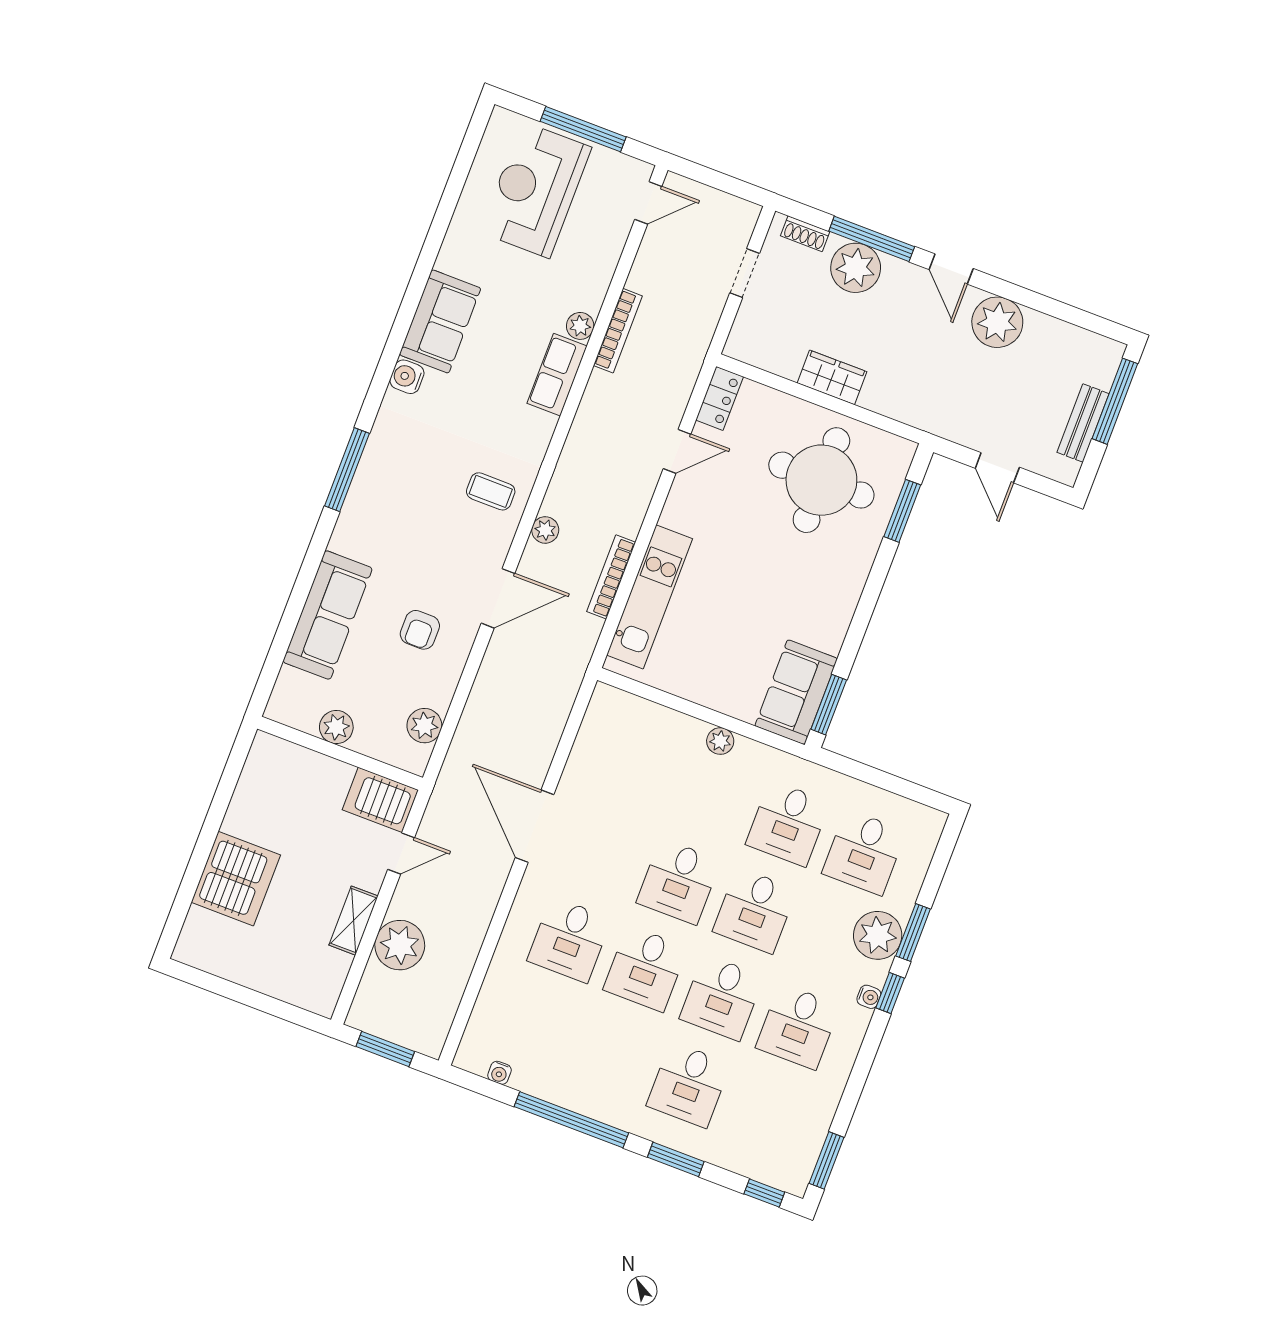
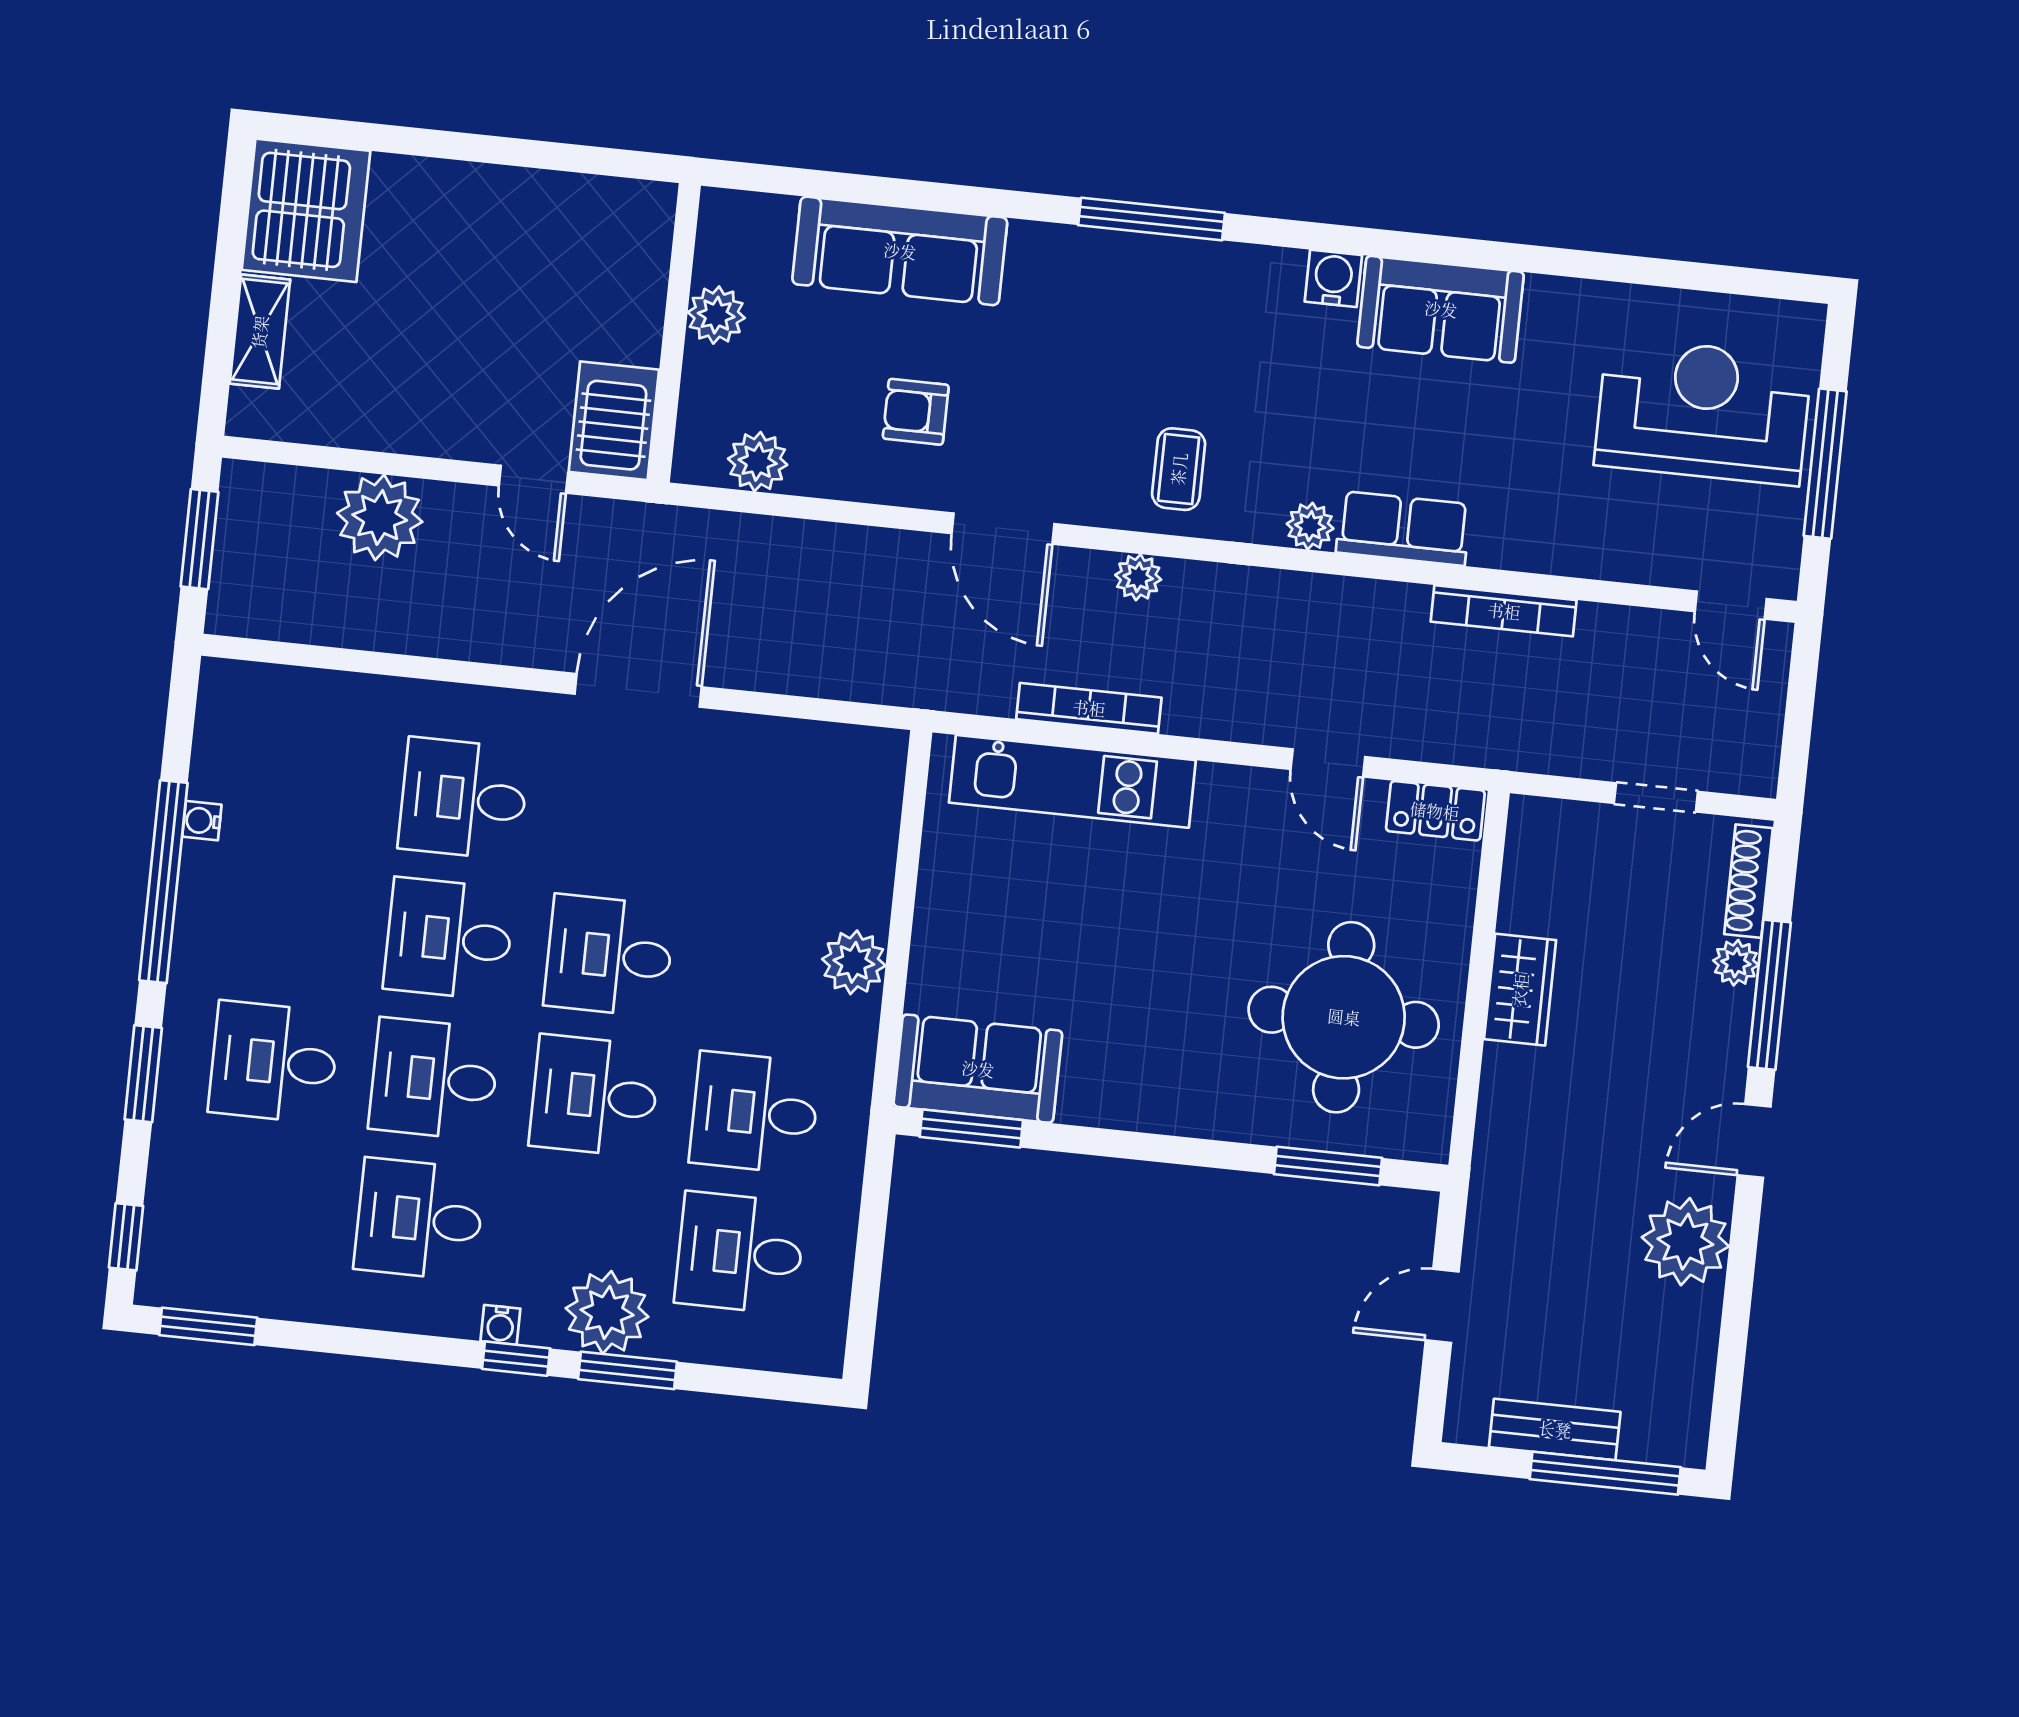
shoe rack: (805, 234) -> (1749, 881), width x1.43
plant: (856, 268) -> (1736, 963), width x0.53, depth x0.53
plant: (580, 326) -> (1310, 526), moved
plant: (720, 741) -> (854, 962), width x1.38, depth x1.38
server rack: (236, 879) -> (306, 210), moved, turned -90
shelving: (354, 921) -> (260, 332), moved, turned 90
water cooler: (499, 1073) -> (202, 821), moved

